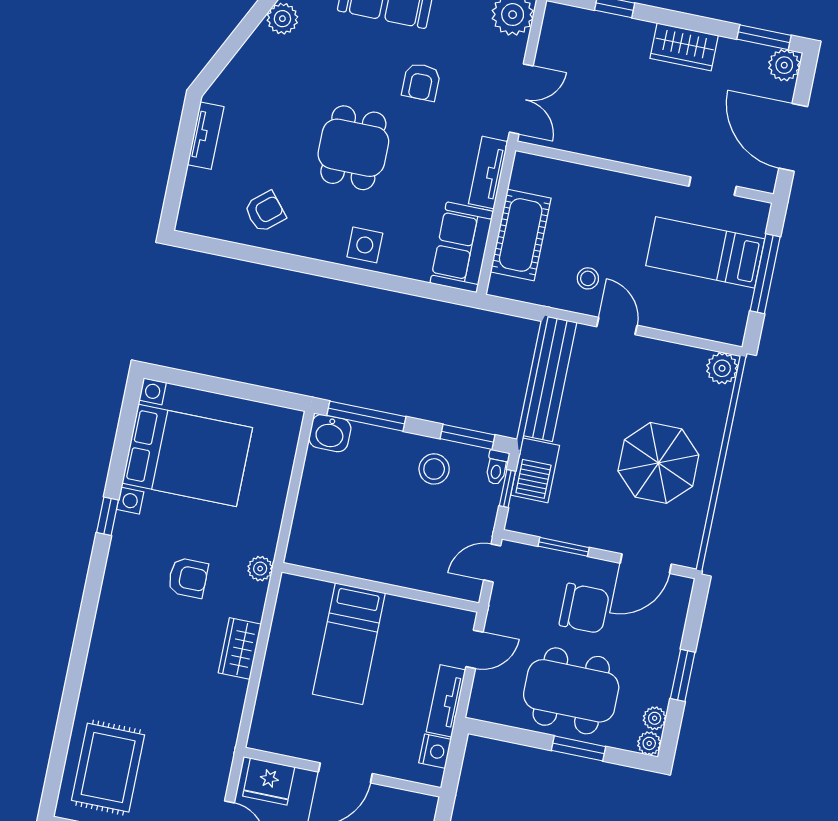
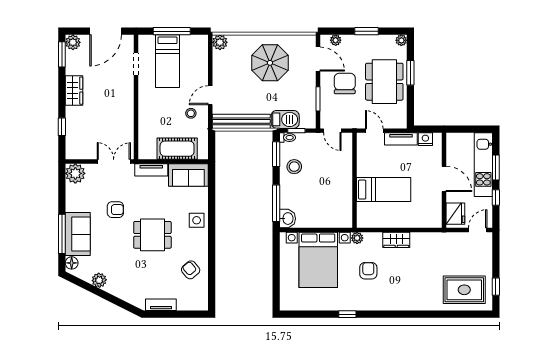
bed with nightstands: (187, 455) -> (318, 260), moved, turned 180
plant: (655, 718) -> (336, 40), moved

